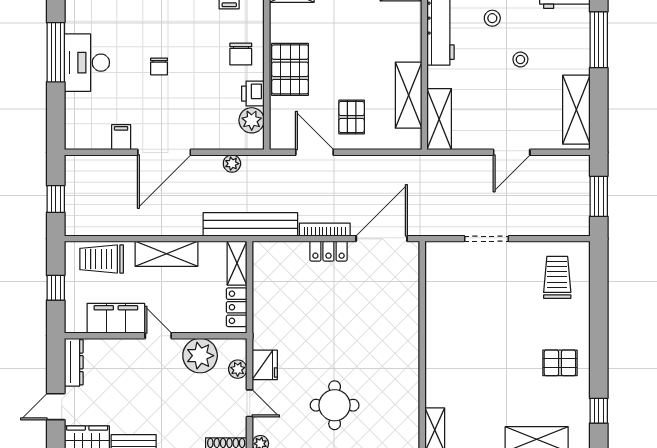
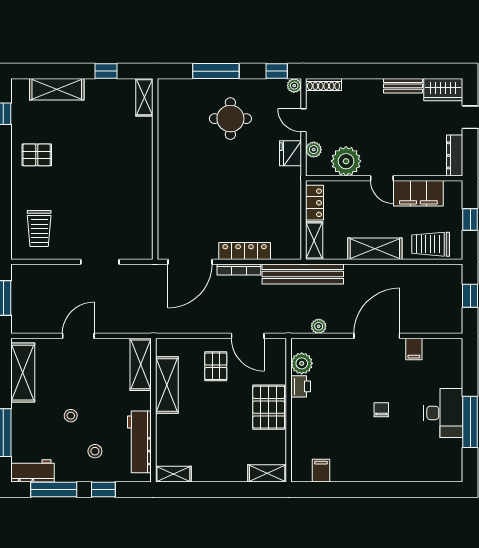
chair: (241, 54) -> (311, 420), removed
locker: (328, 251) -> (245, 251), width x1.53
trolley: (102, 259) -> (431, 244), turned 180

